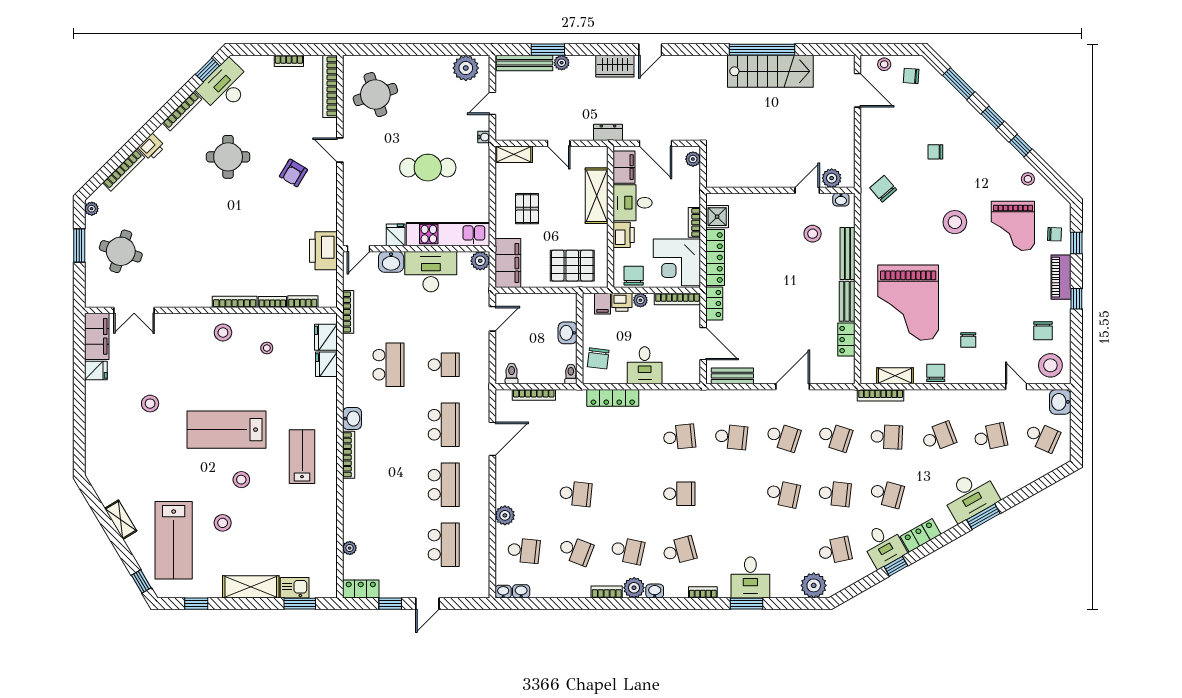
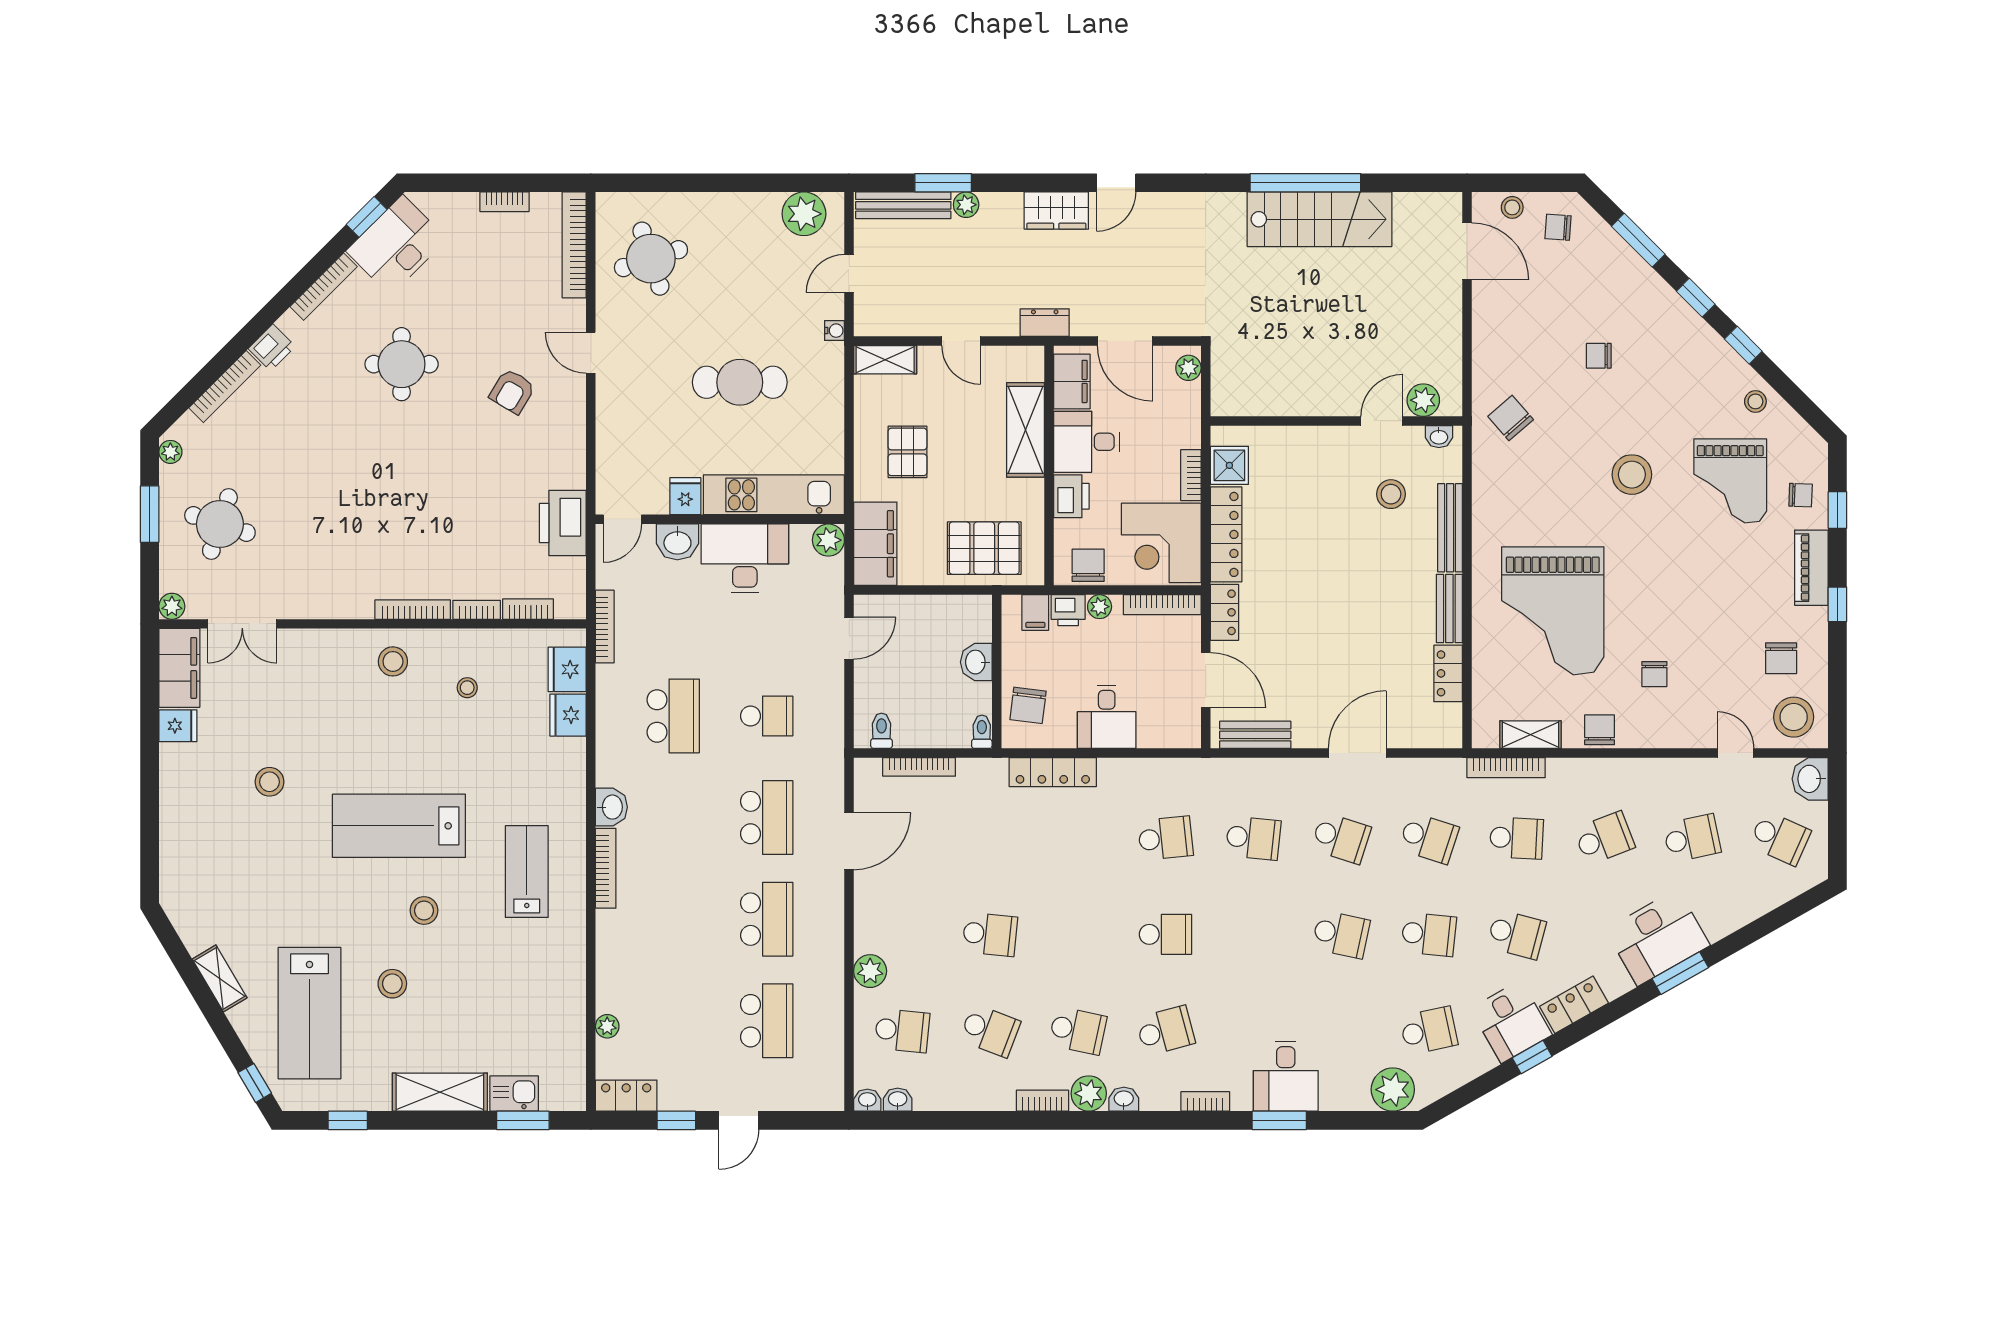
plant: (92, 300) -> (172, 606), added

